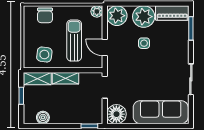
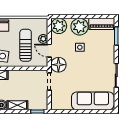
plant: (97, 11) -> (43, 39), moved
shelving: (65, 78) -> (17, 105), moved
floor lamp: (116, 114) -> (58, 65), moved

